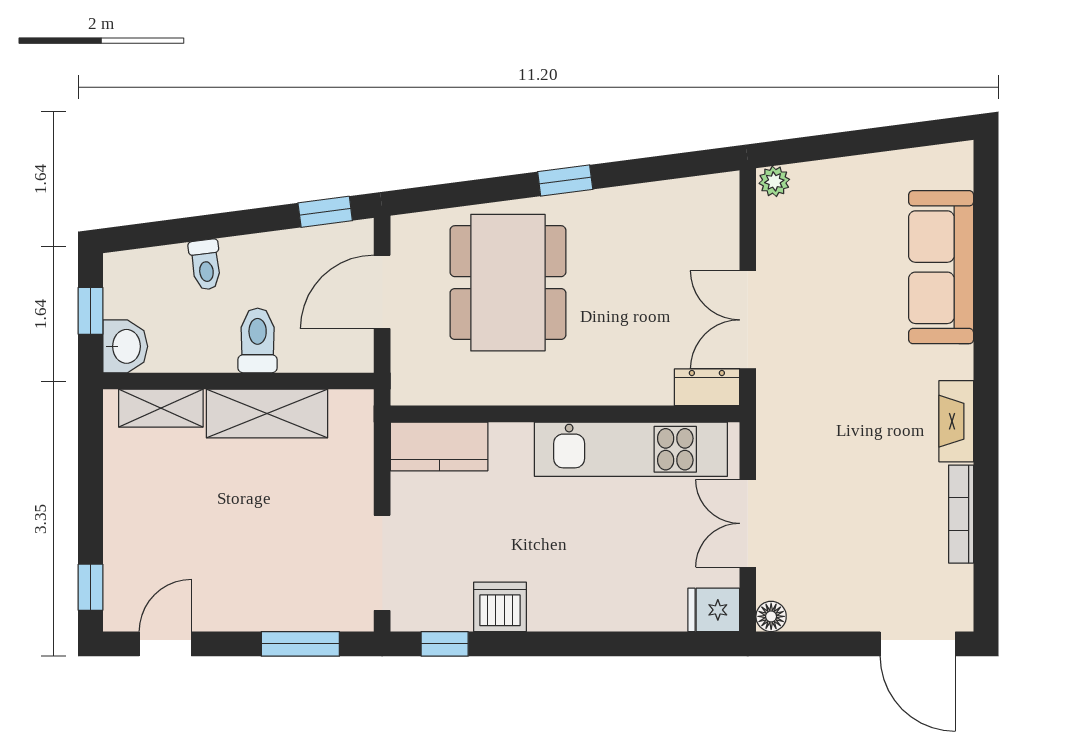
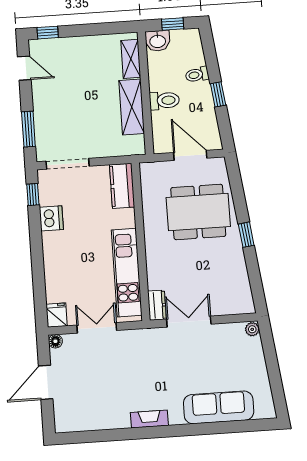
window: (325, 212) -> (218, 94), moved
bookcase: (961, 514) -> (108, 424), removed
door: (918, 644) -> (46, 382), moved

